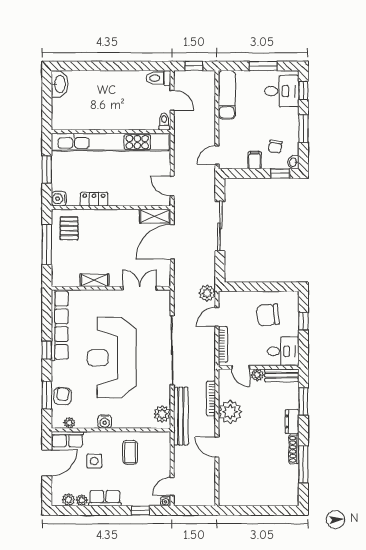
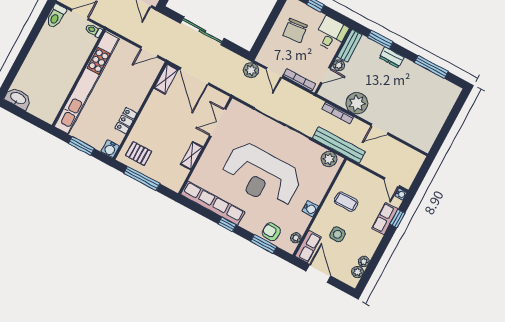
shoe rack: (294, 449) -> (415, 68), removed
row of seats: (105, 498) -> (385, 219), moved

